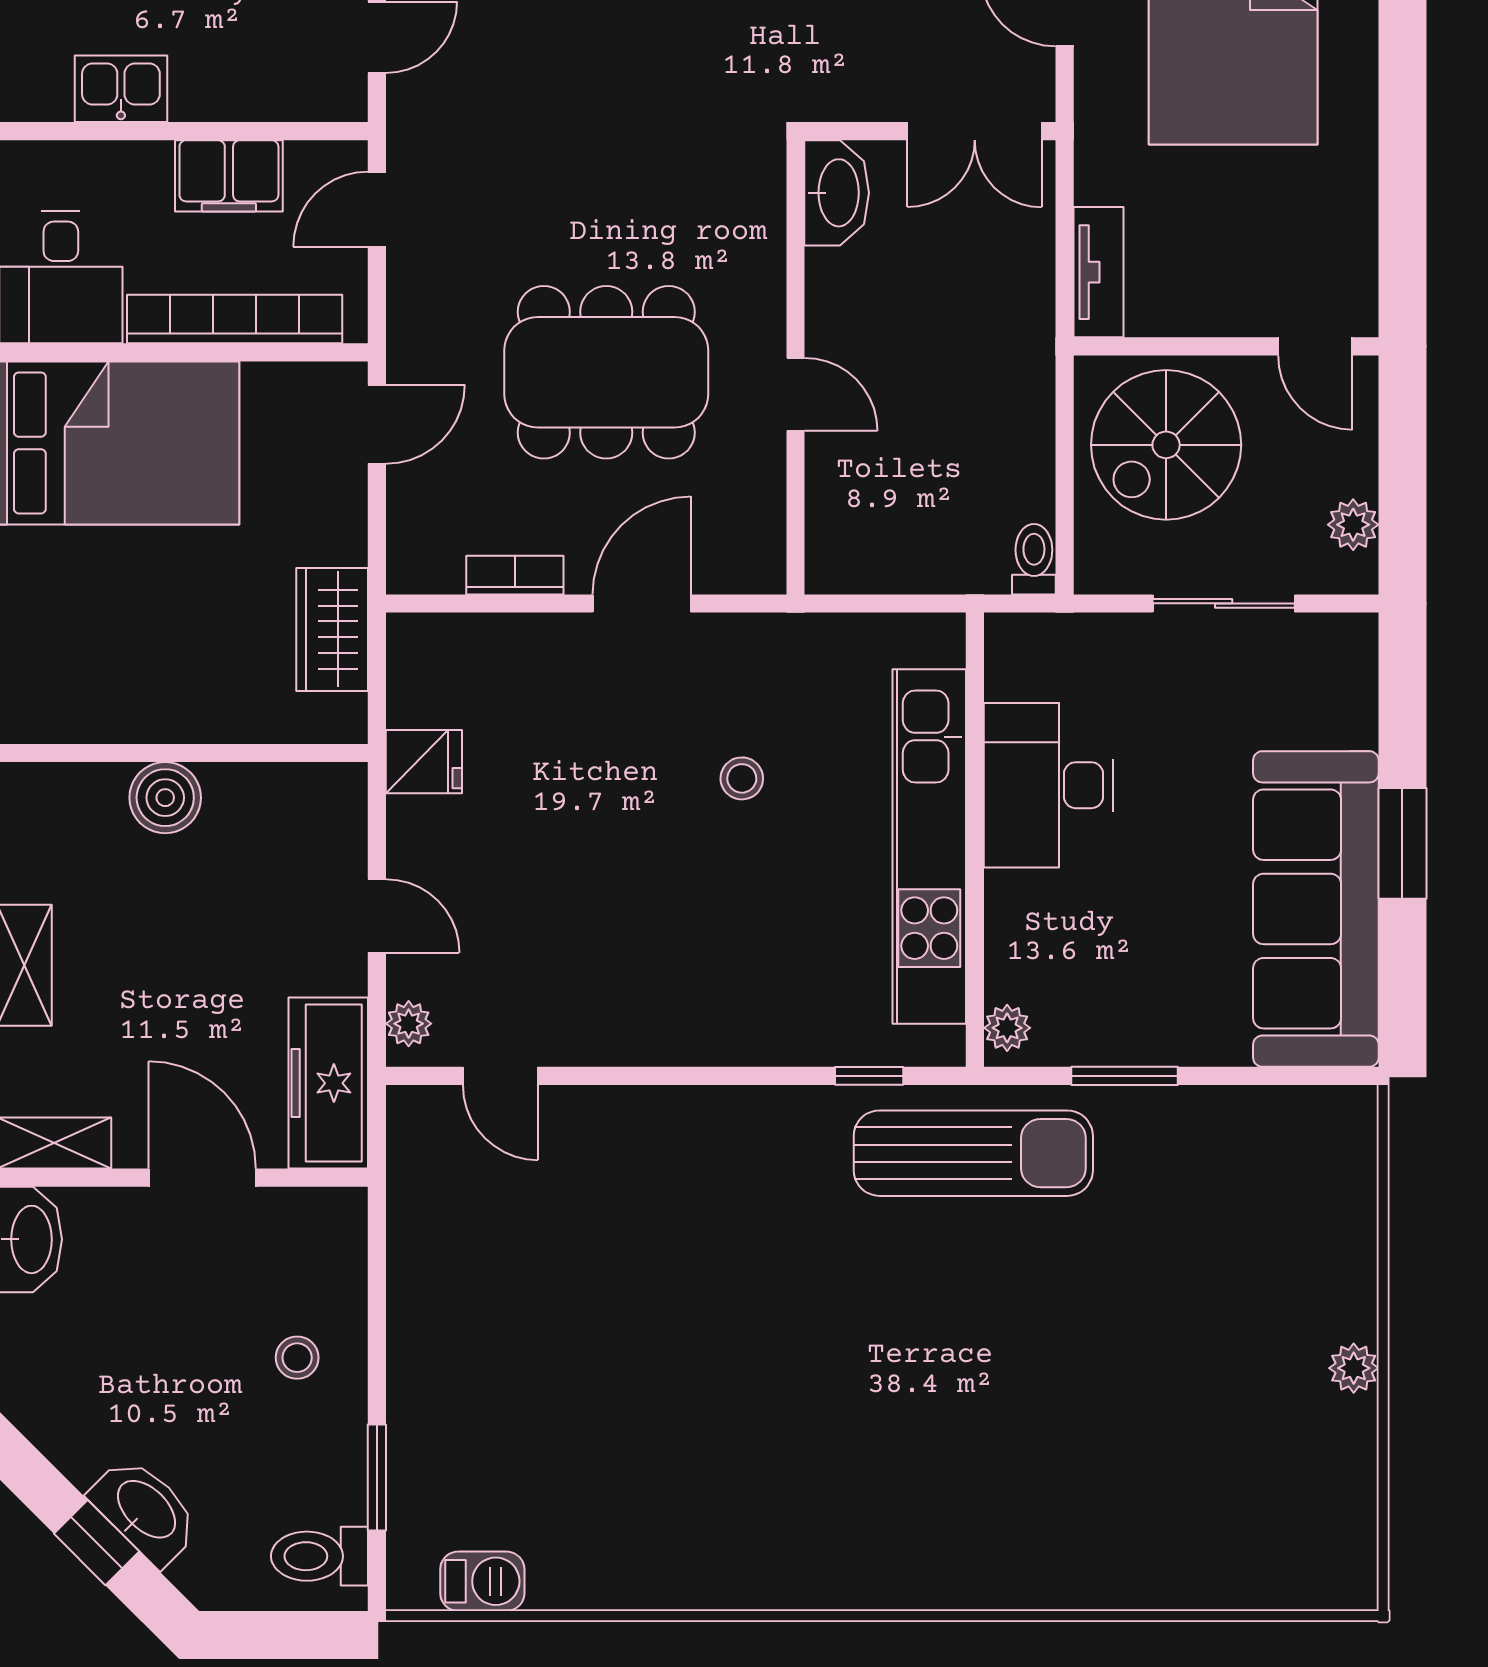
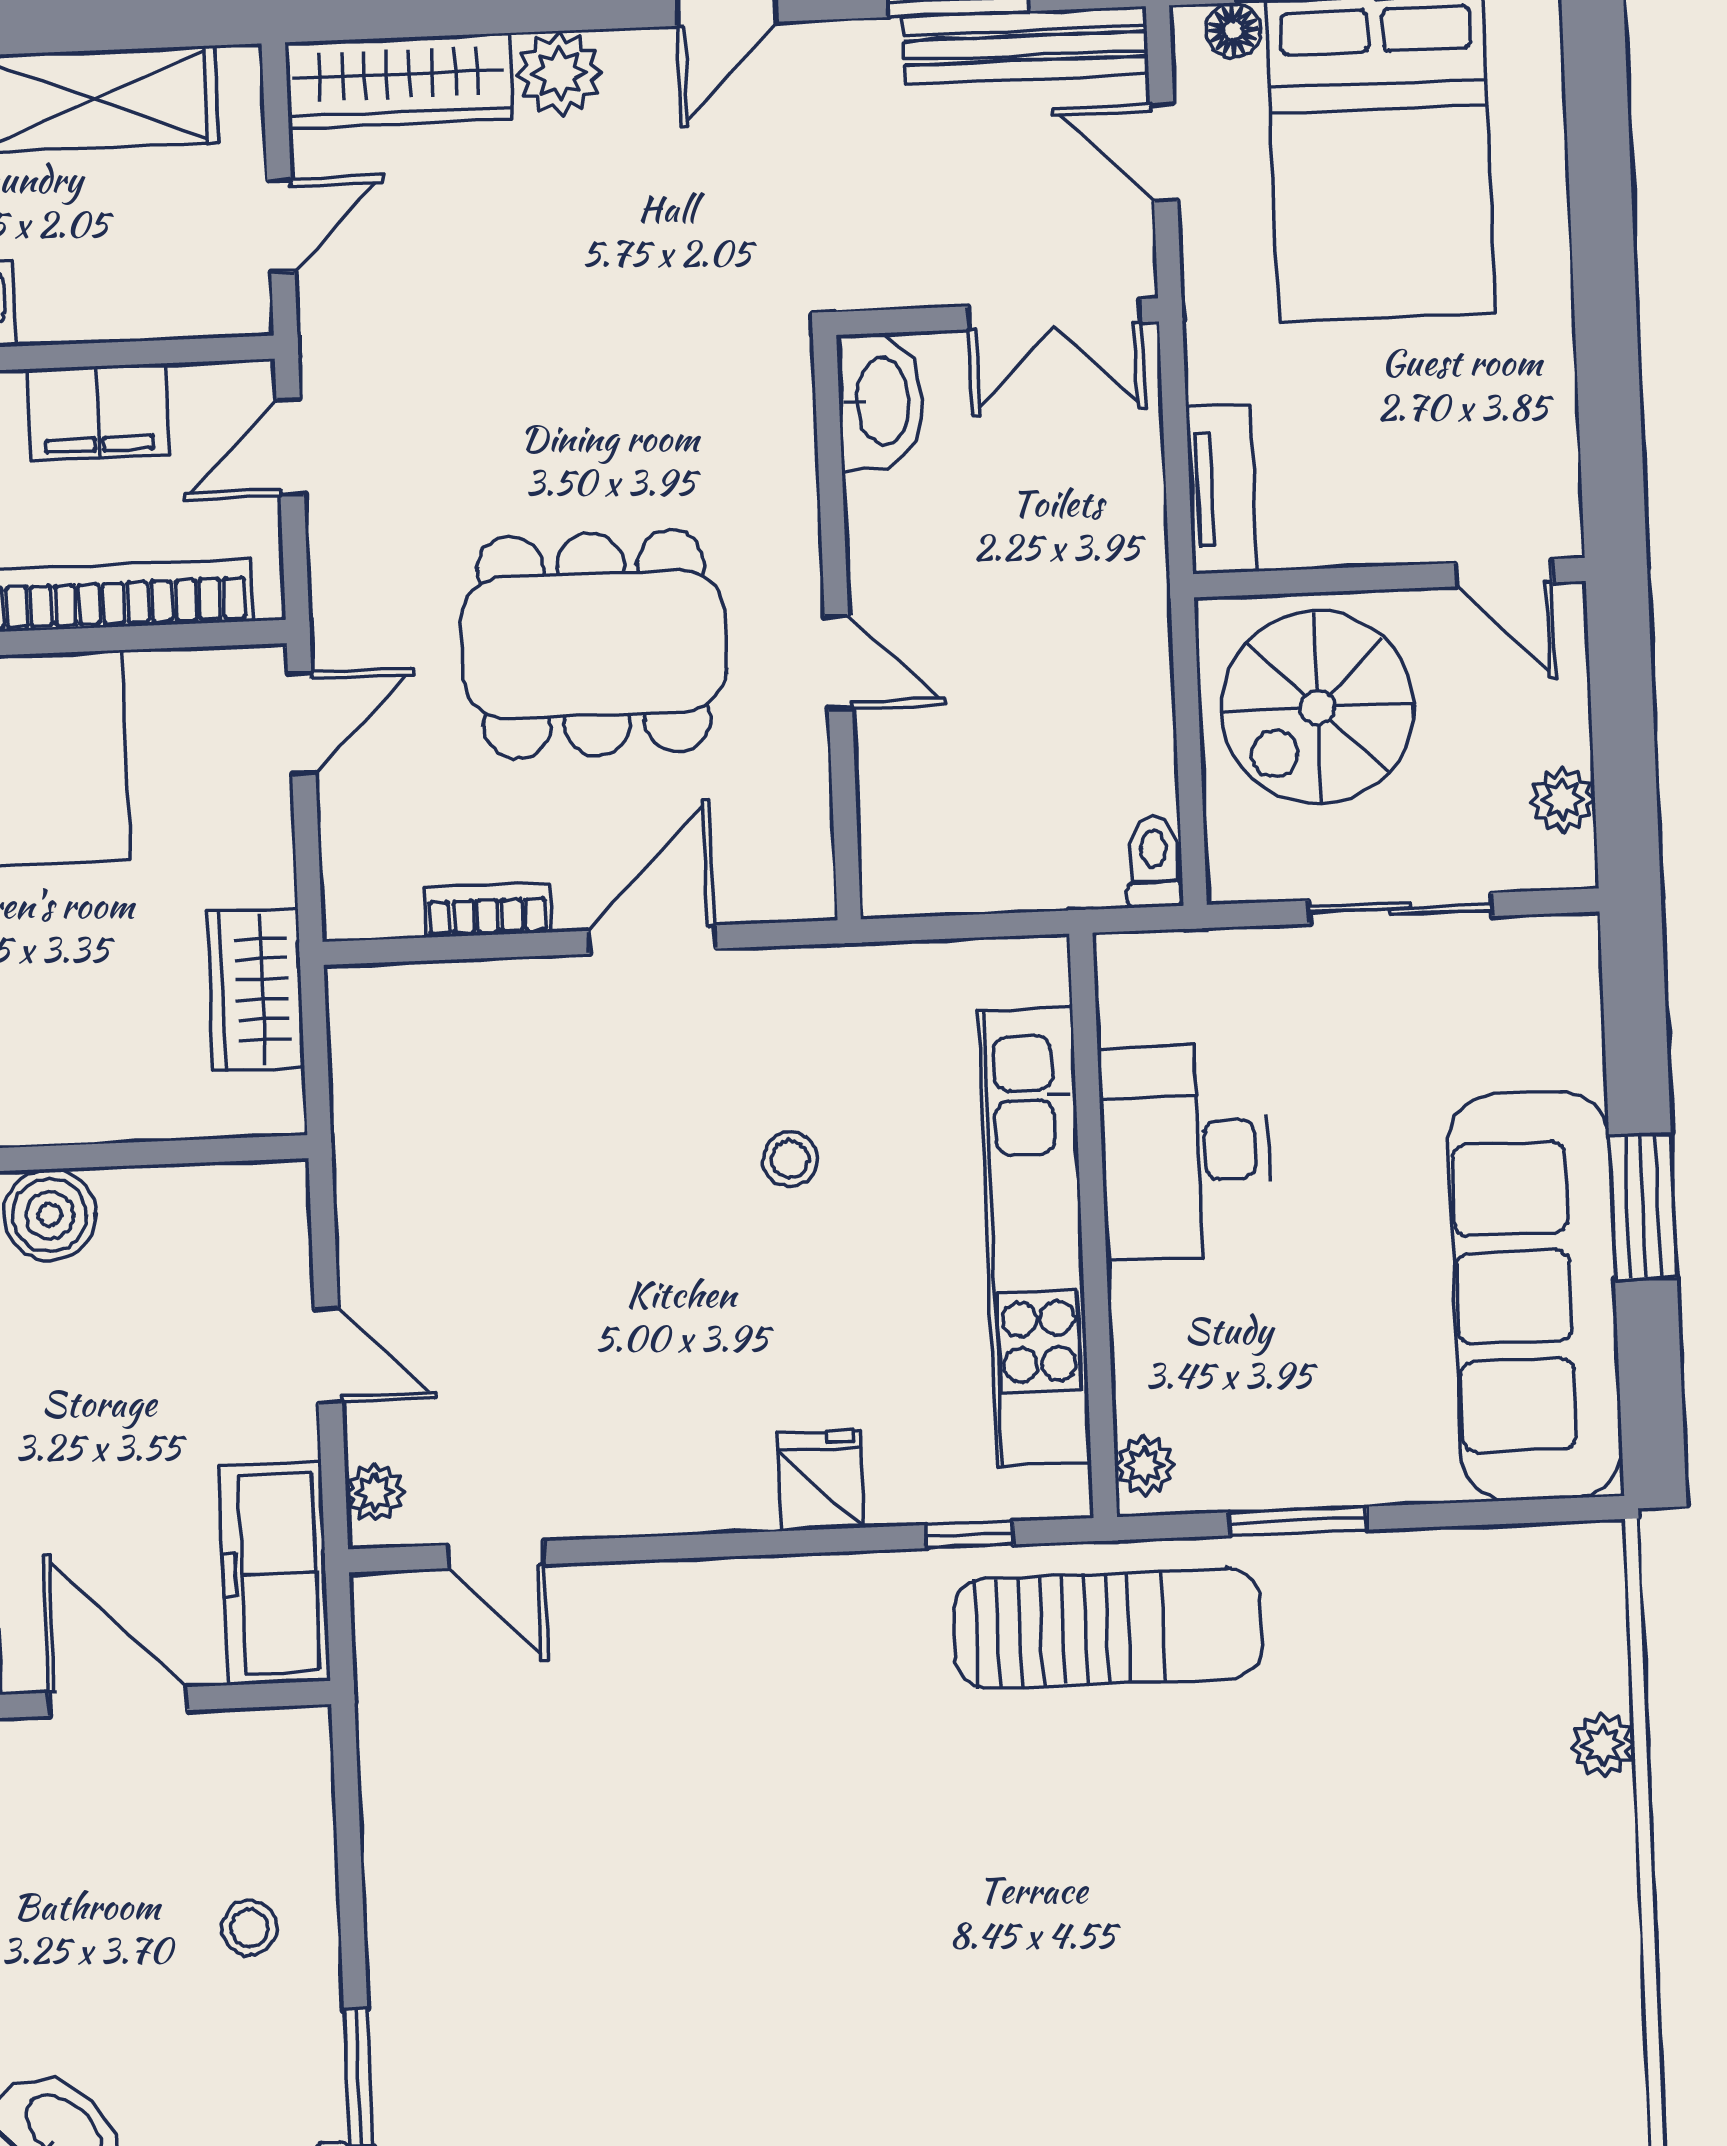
fridge: (424, 762) -> (821, 1481), moved, turned -90
plant: (1354, 1368) -> (1603, 1745), moved

